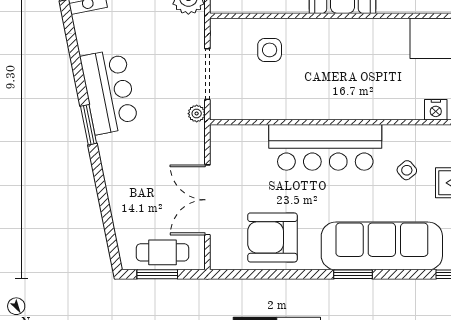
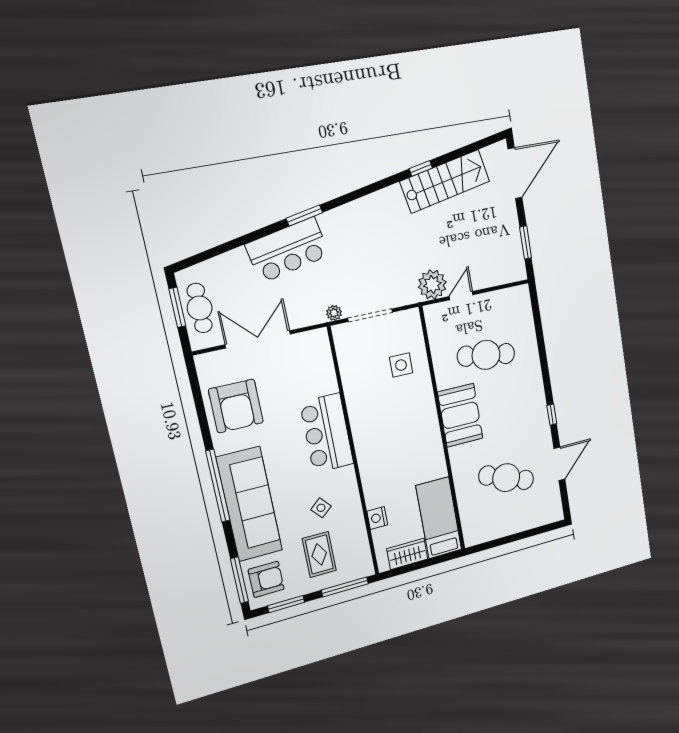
bar counter: (109, 92) -> (288, 250), moved
bar counter: (325, 147) -> (327, 433), width x0.73
armchair: (272, 237) -> (236, 406), turned 180
window: (353, 274) -> (218, 486), width x2.11

